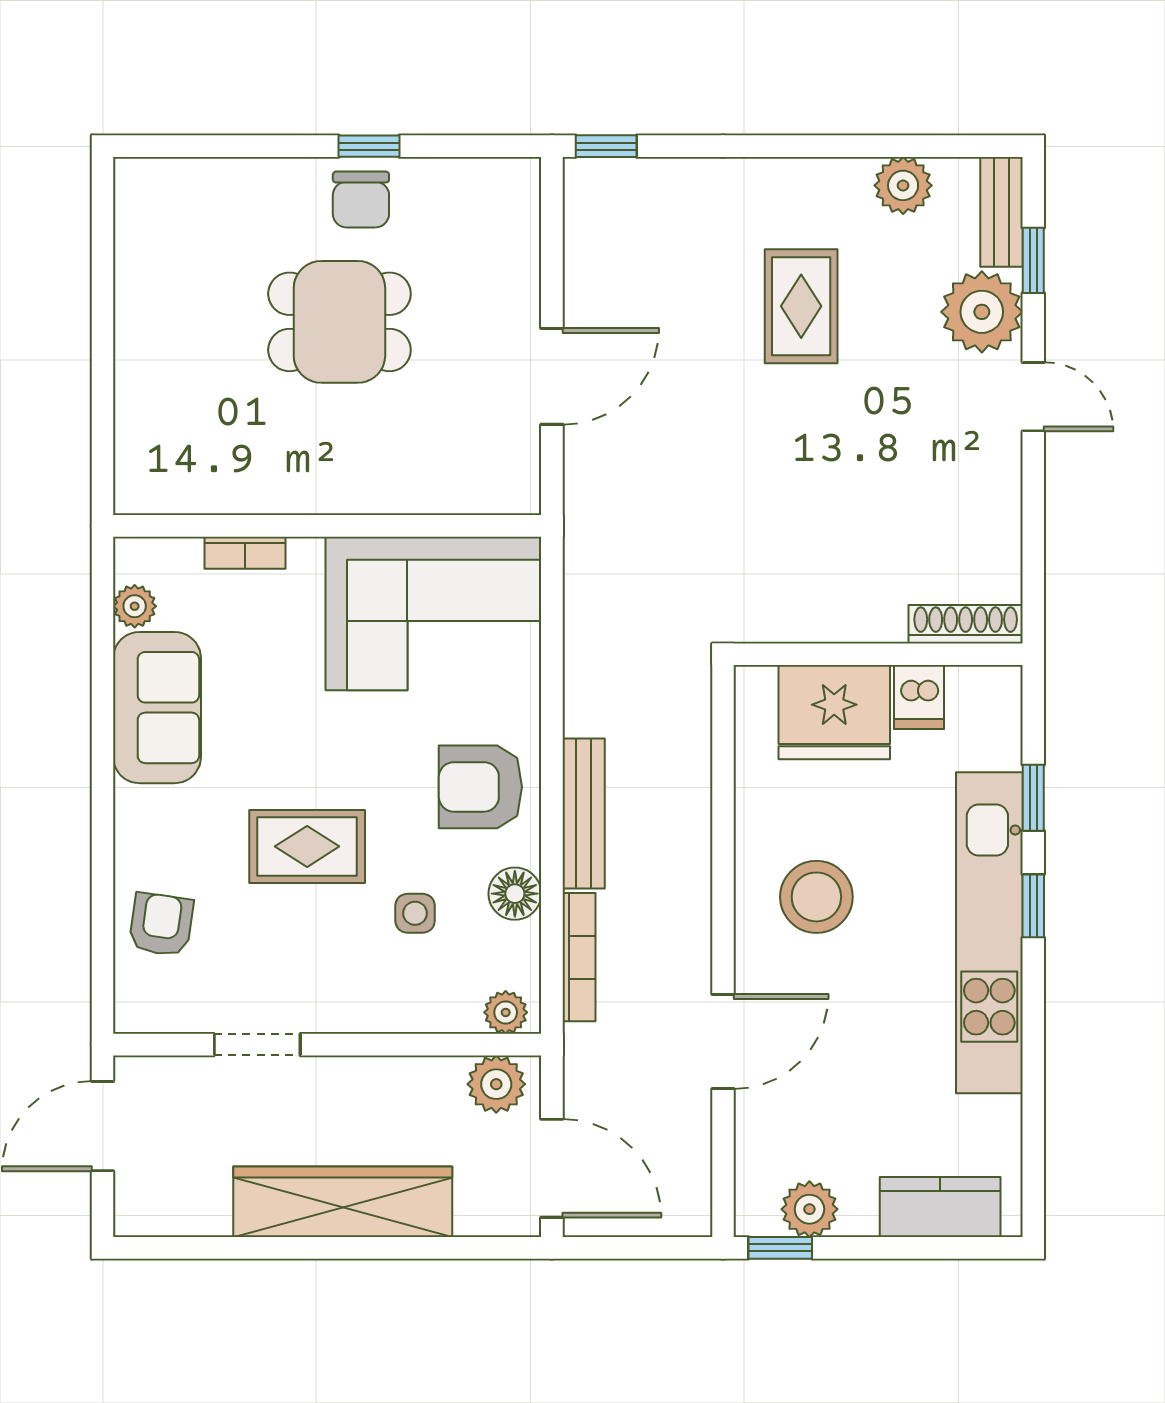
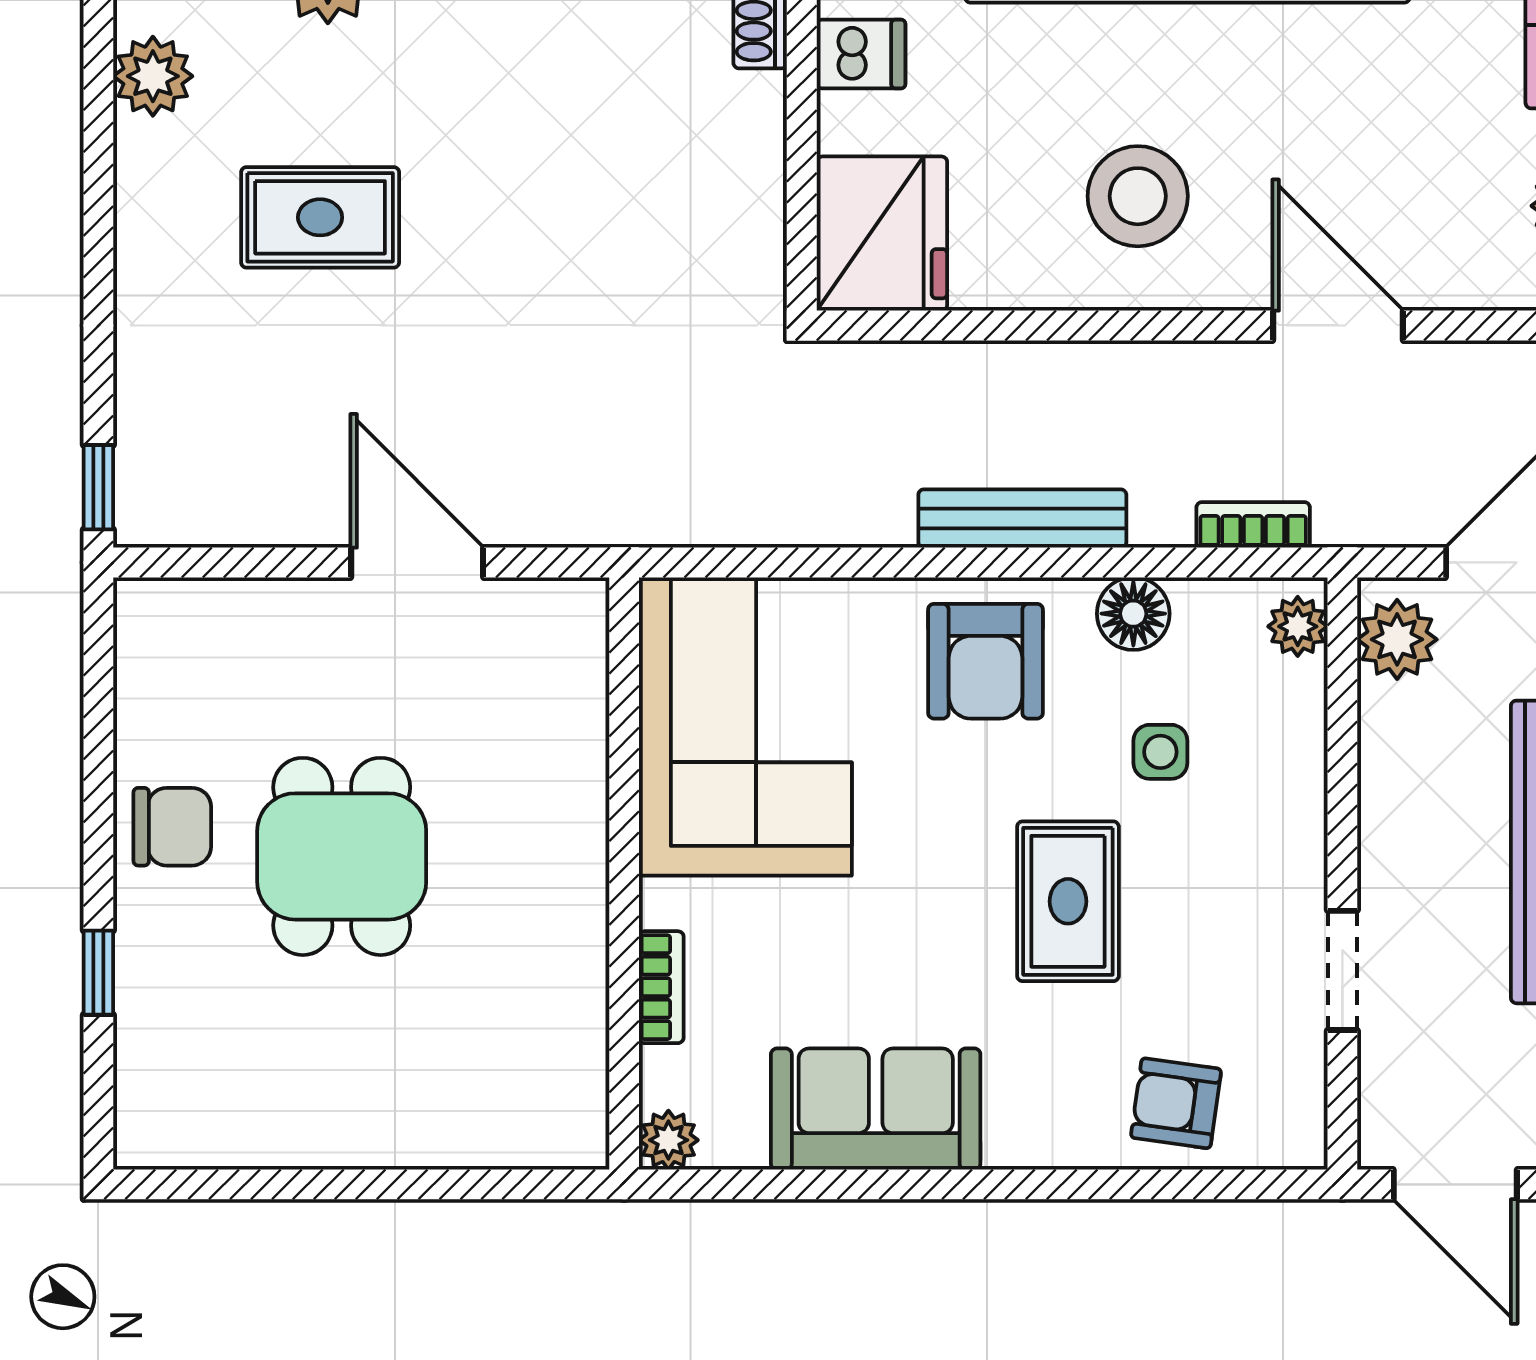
window: (369, 146) -> (98, 973), moved
plant: (135, 606) -> (668, 1140), moved
fridge: (834, 712) -> (882, 234), moved
bookcase: (579, 957) -> (1253, 525), width x0.64

